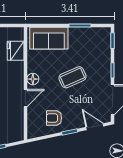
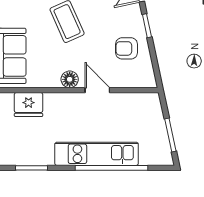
armchair: (54, 118) -> (126, 48), turned 90

